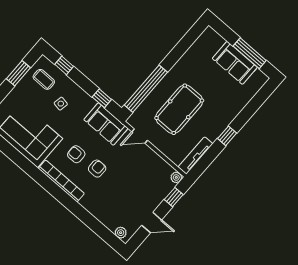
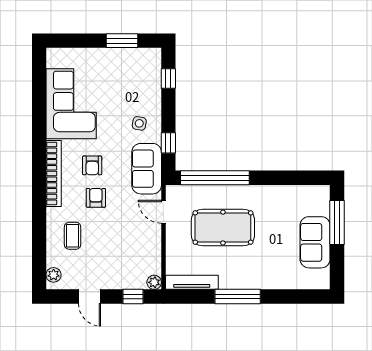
window: (250, 53) -> (337, 222), moved
coffee table: (44, 79) -> (73, 236), moved
side table: (61, 104) -> (139, 123), moved
window: (227, 136) -> (238, 296), width x2.17
armchair: (76, 154) -> (92, 165), turned 180
armchair: (97, 169) -> (96, 198), turned -90

